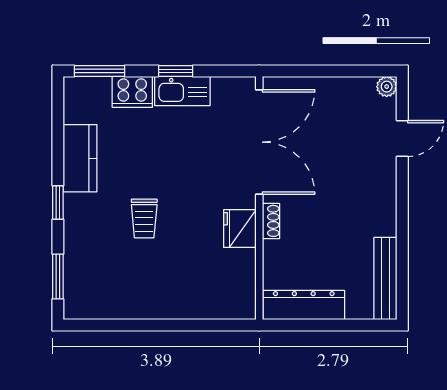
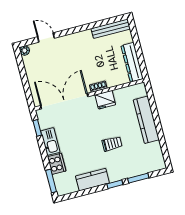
window: (176, 71) -> (37, 128), moved
window: (58, 276) -> (138, 178), moved
kitchen counter: (176, 303) -> (146, 120), added

